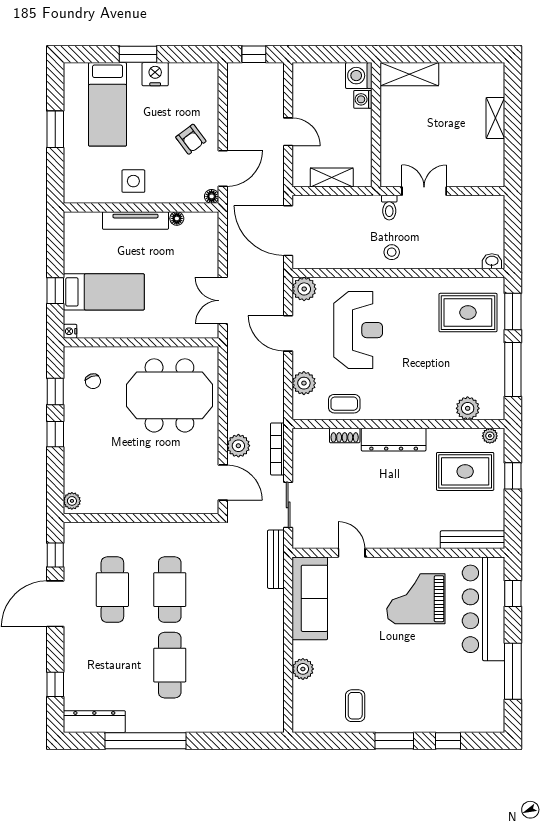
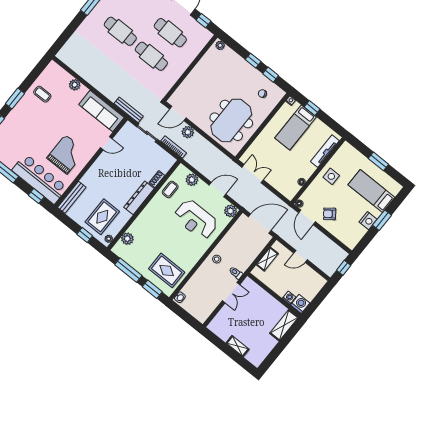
tv unit: (135, 221) -> (325, 151), moved
rug: (468, 313) -> (167, 270), turned 90

